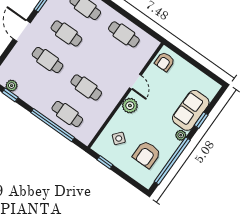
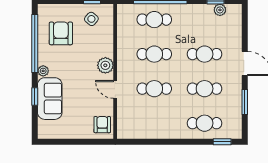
cafe table: (124, 34) -> (154, 89), moved
side table: (119, 138) -> (91, 19), moved

